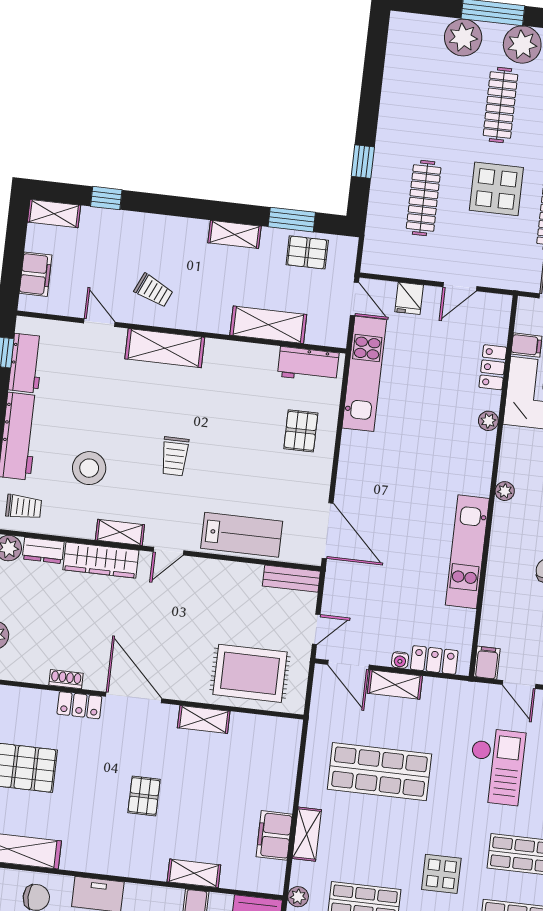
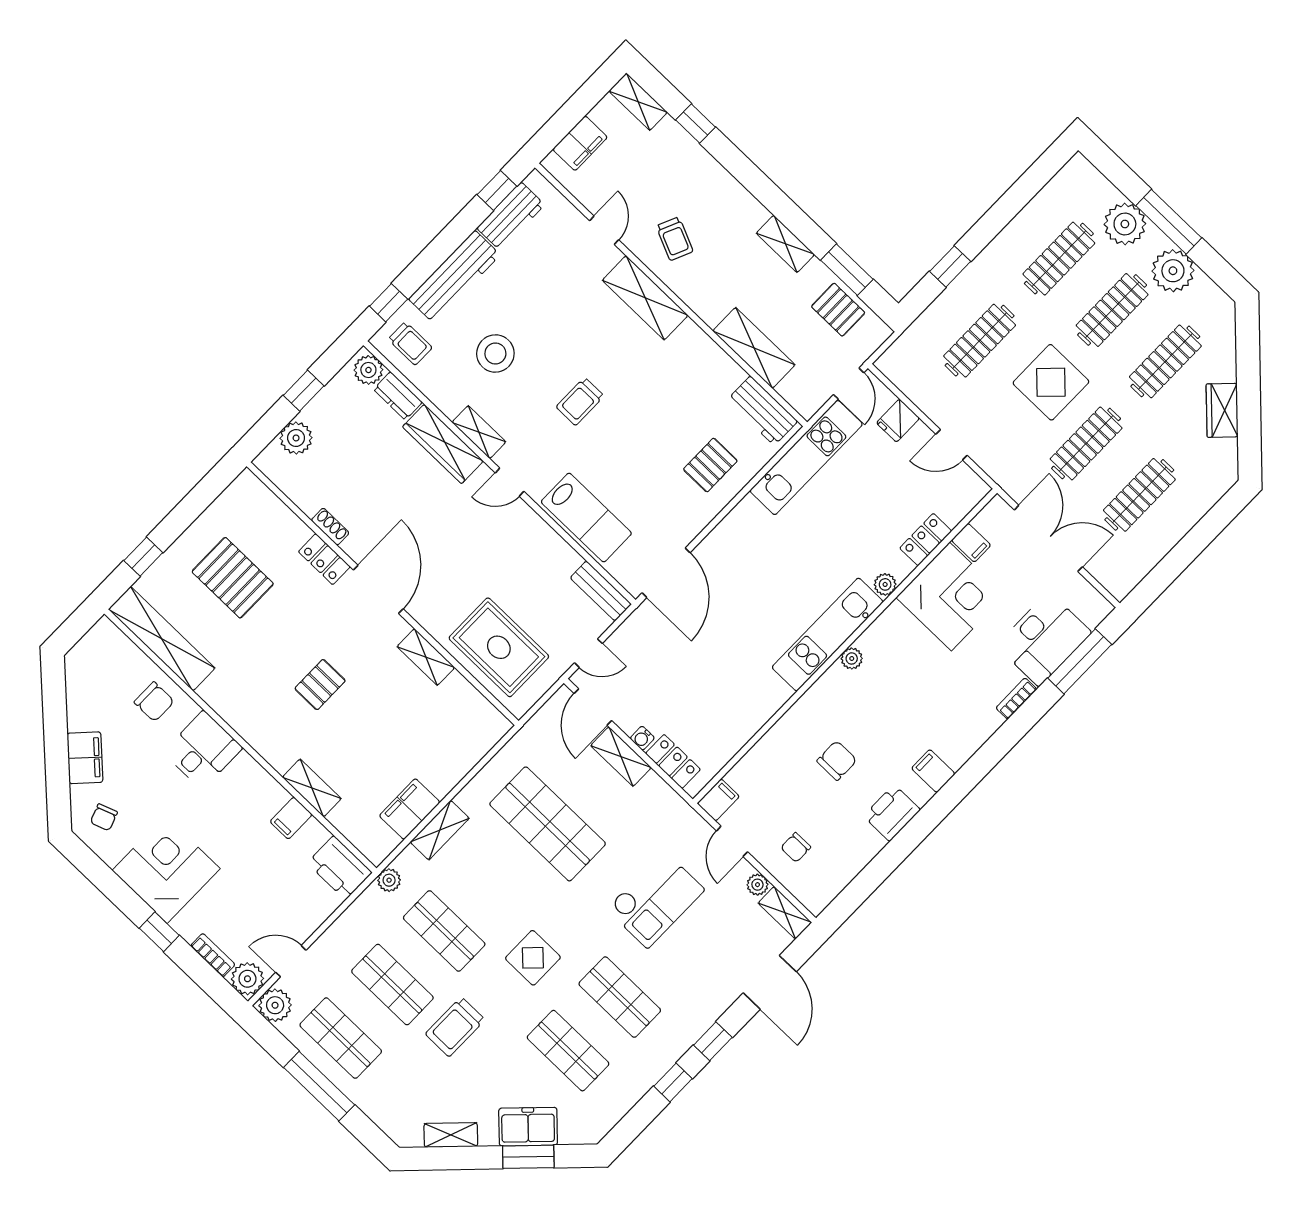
clothes rail: (435, 97) -> (1059, 259), added
kitchen unit: (467, 552) -> (828, 634), moved

